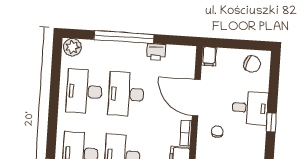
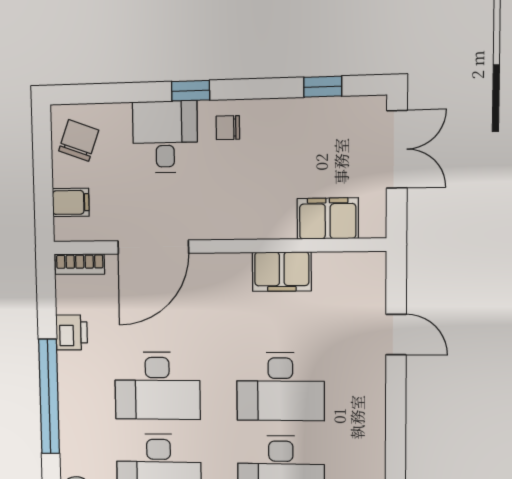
filing cabinet: (209, 56) -> (71, 202), moved
chair: (217, 132) -> (228, 128), moved
bookcase: (186, 133) -> (80, 264), moved

